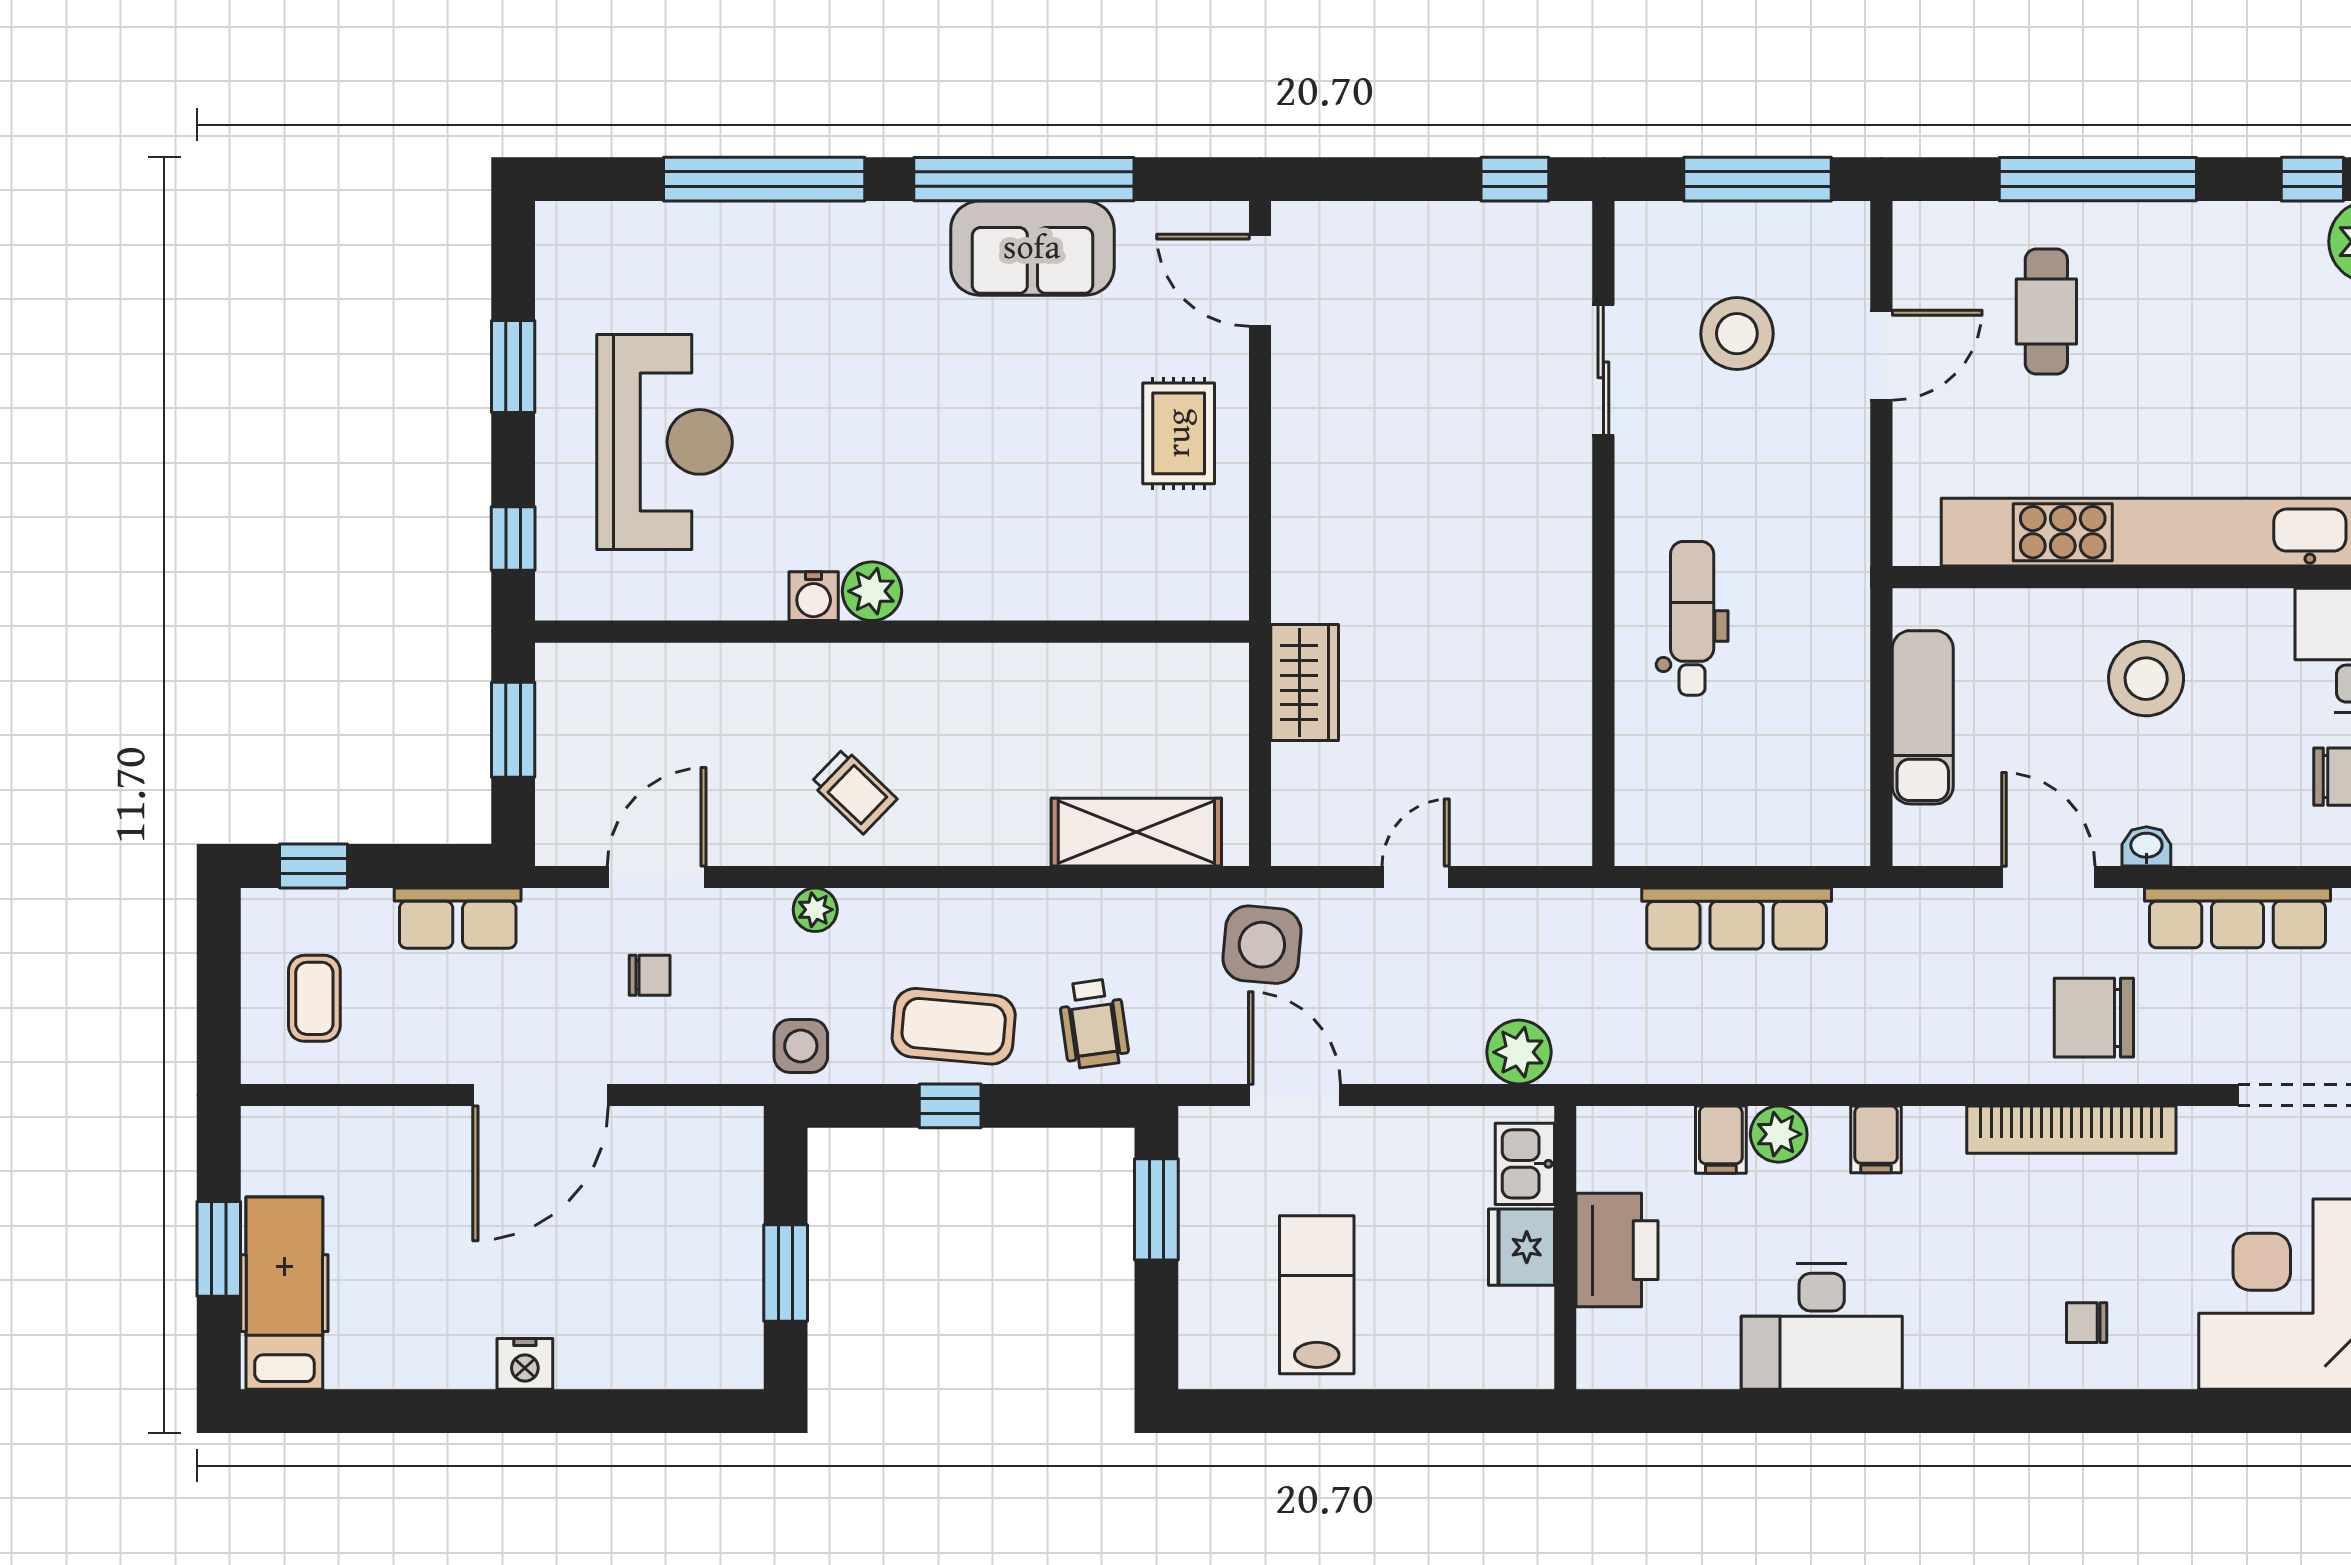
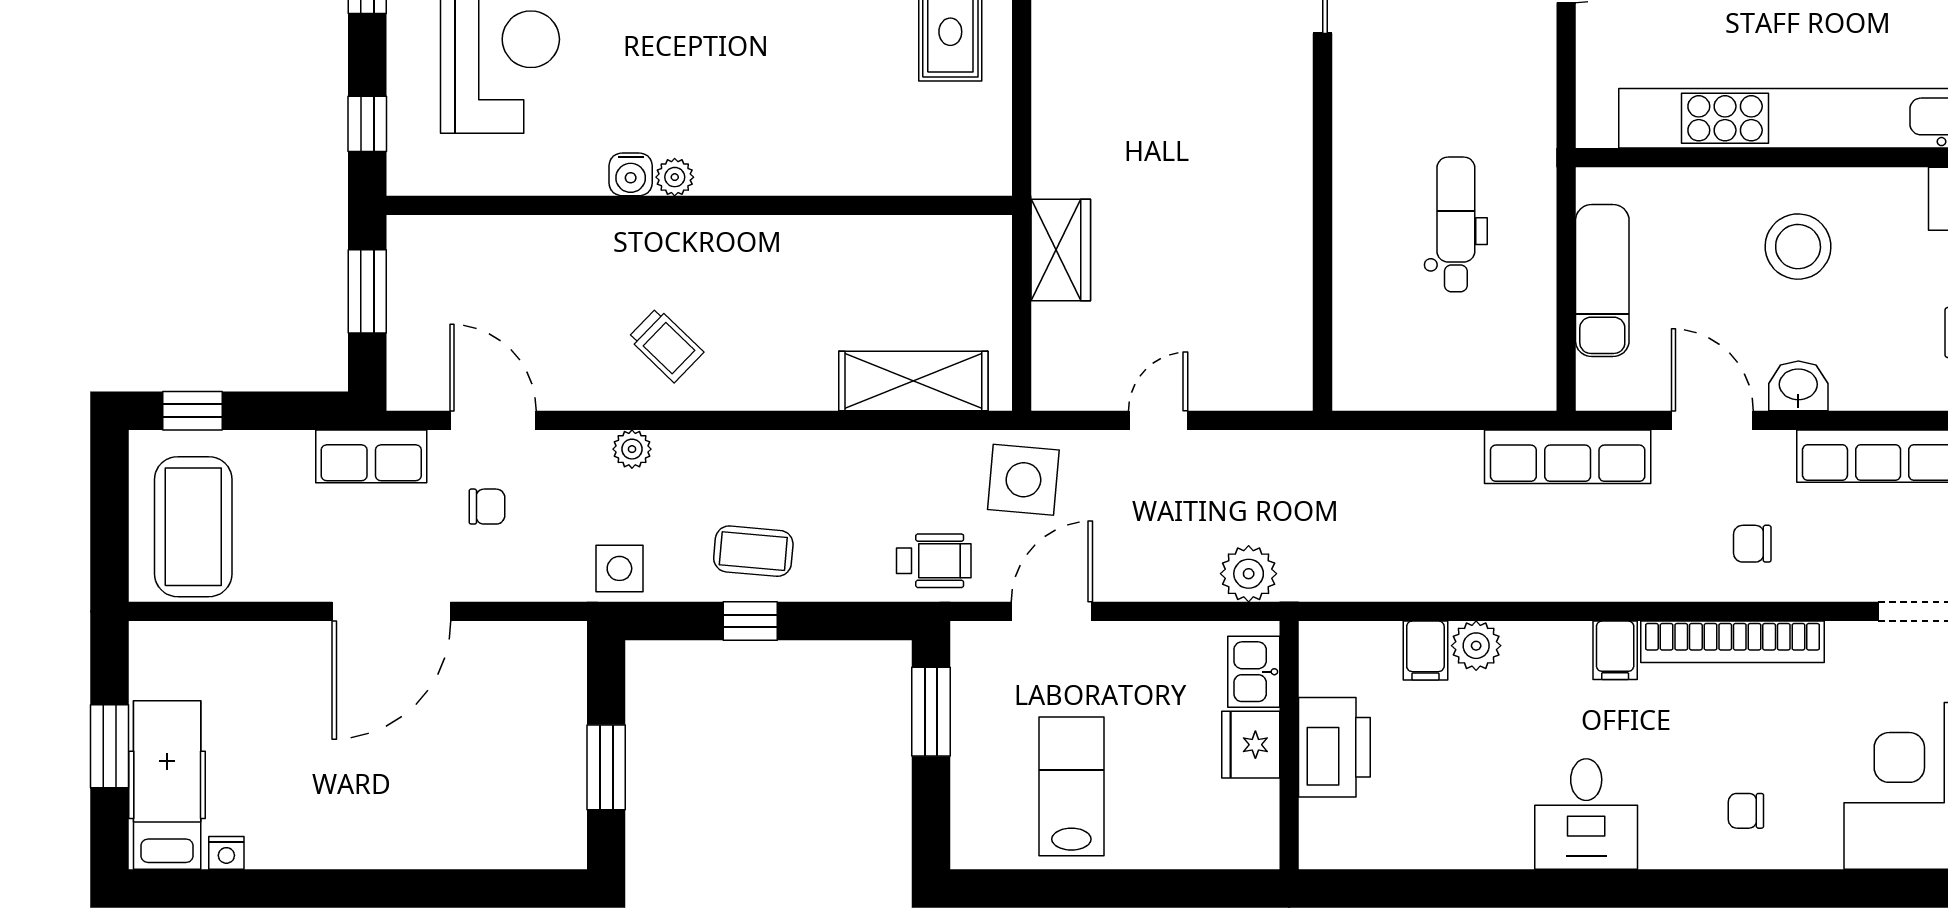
plant: (872, 591) -> (675, 177), width x0.73, depth x0.73
dental chair: (1692, 618) -> (1456, 224), moved
washbasin: (2146, 846) -> (1798, 386), width x1.38, depth x1.45
door: (657, 877) -> (493, 420), hinge flipped
row of seats: (458, 918) -> (371, 456), moved
row of seats: (1737, 918) -> (1568, 457), moved
coffee table: (314, 998) -> (193, 527), width x1.86, depth x1.72
chair: (2094, 1018) -> (1752, 544), width x0.54, depth x0.54
wheelchair: (1093, 1023) -> (934, 561), moved, turned -82
coffee table: (954, 1026) -> (753, 551), width x0.73, depth x0.77
door: (1294, 1095) -> (1052, 611), hinge flipped
filing cabinet: (1876, 1139) -> (1615, 650), moved
desk: (1822, 1326) -> (1586, 814), moved, width x0.73
nightstand: (525, 1364) -> (226, 853), moved, width x0.72, depth x0.74

